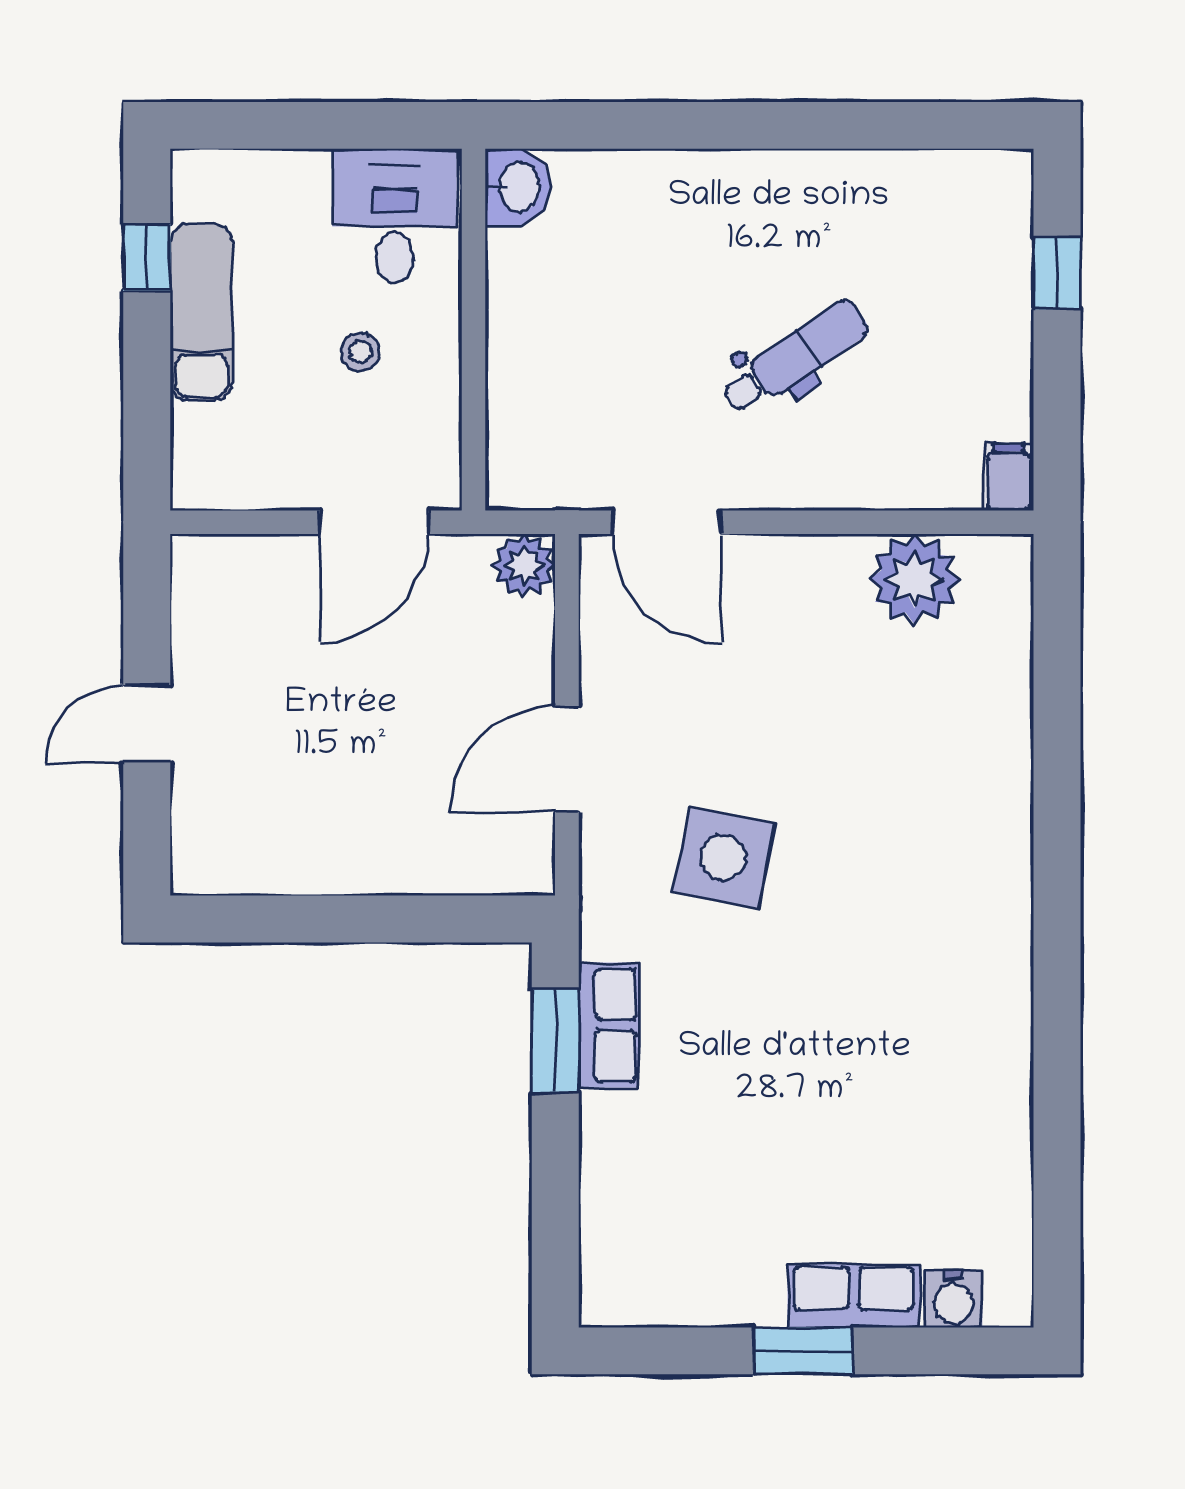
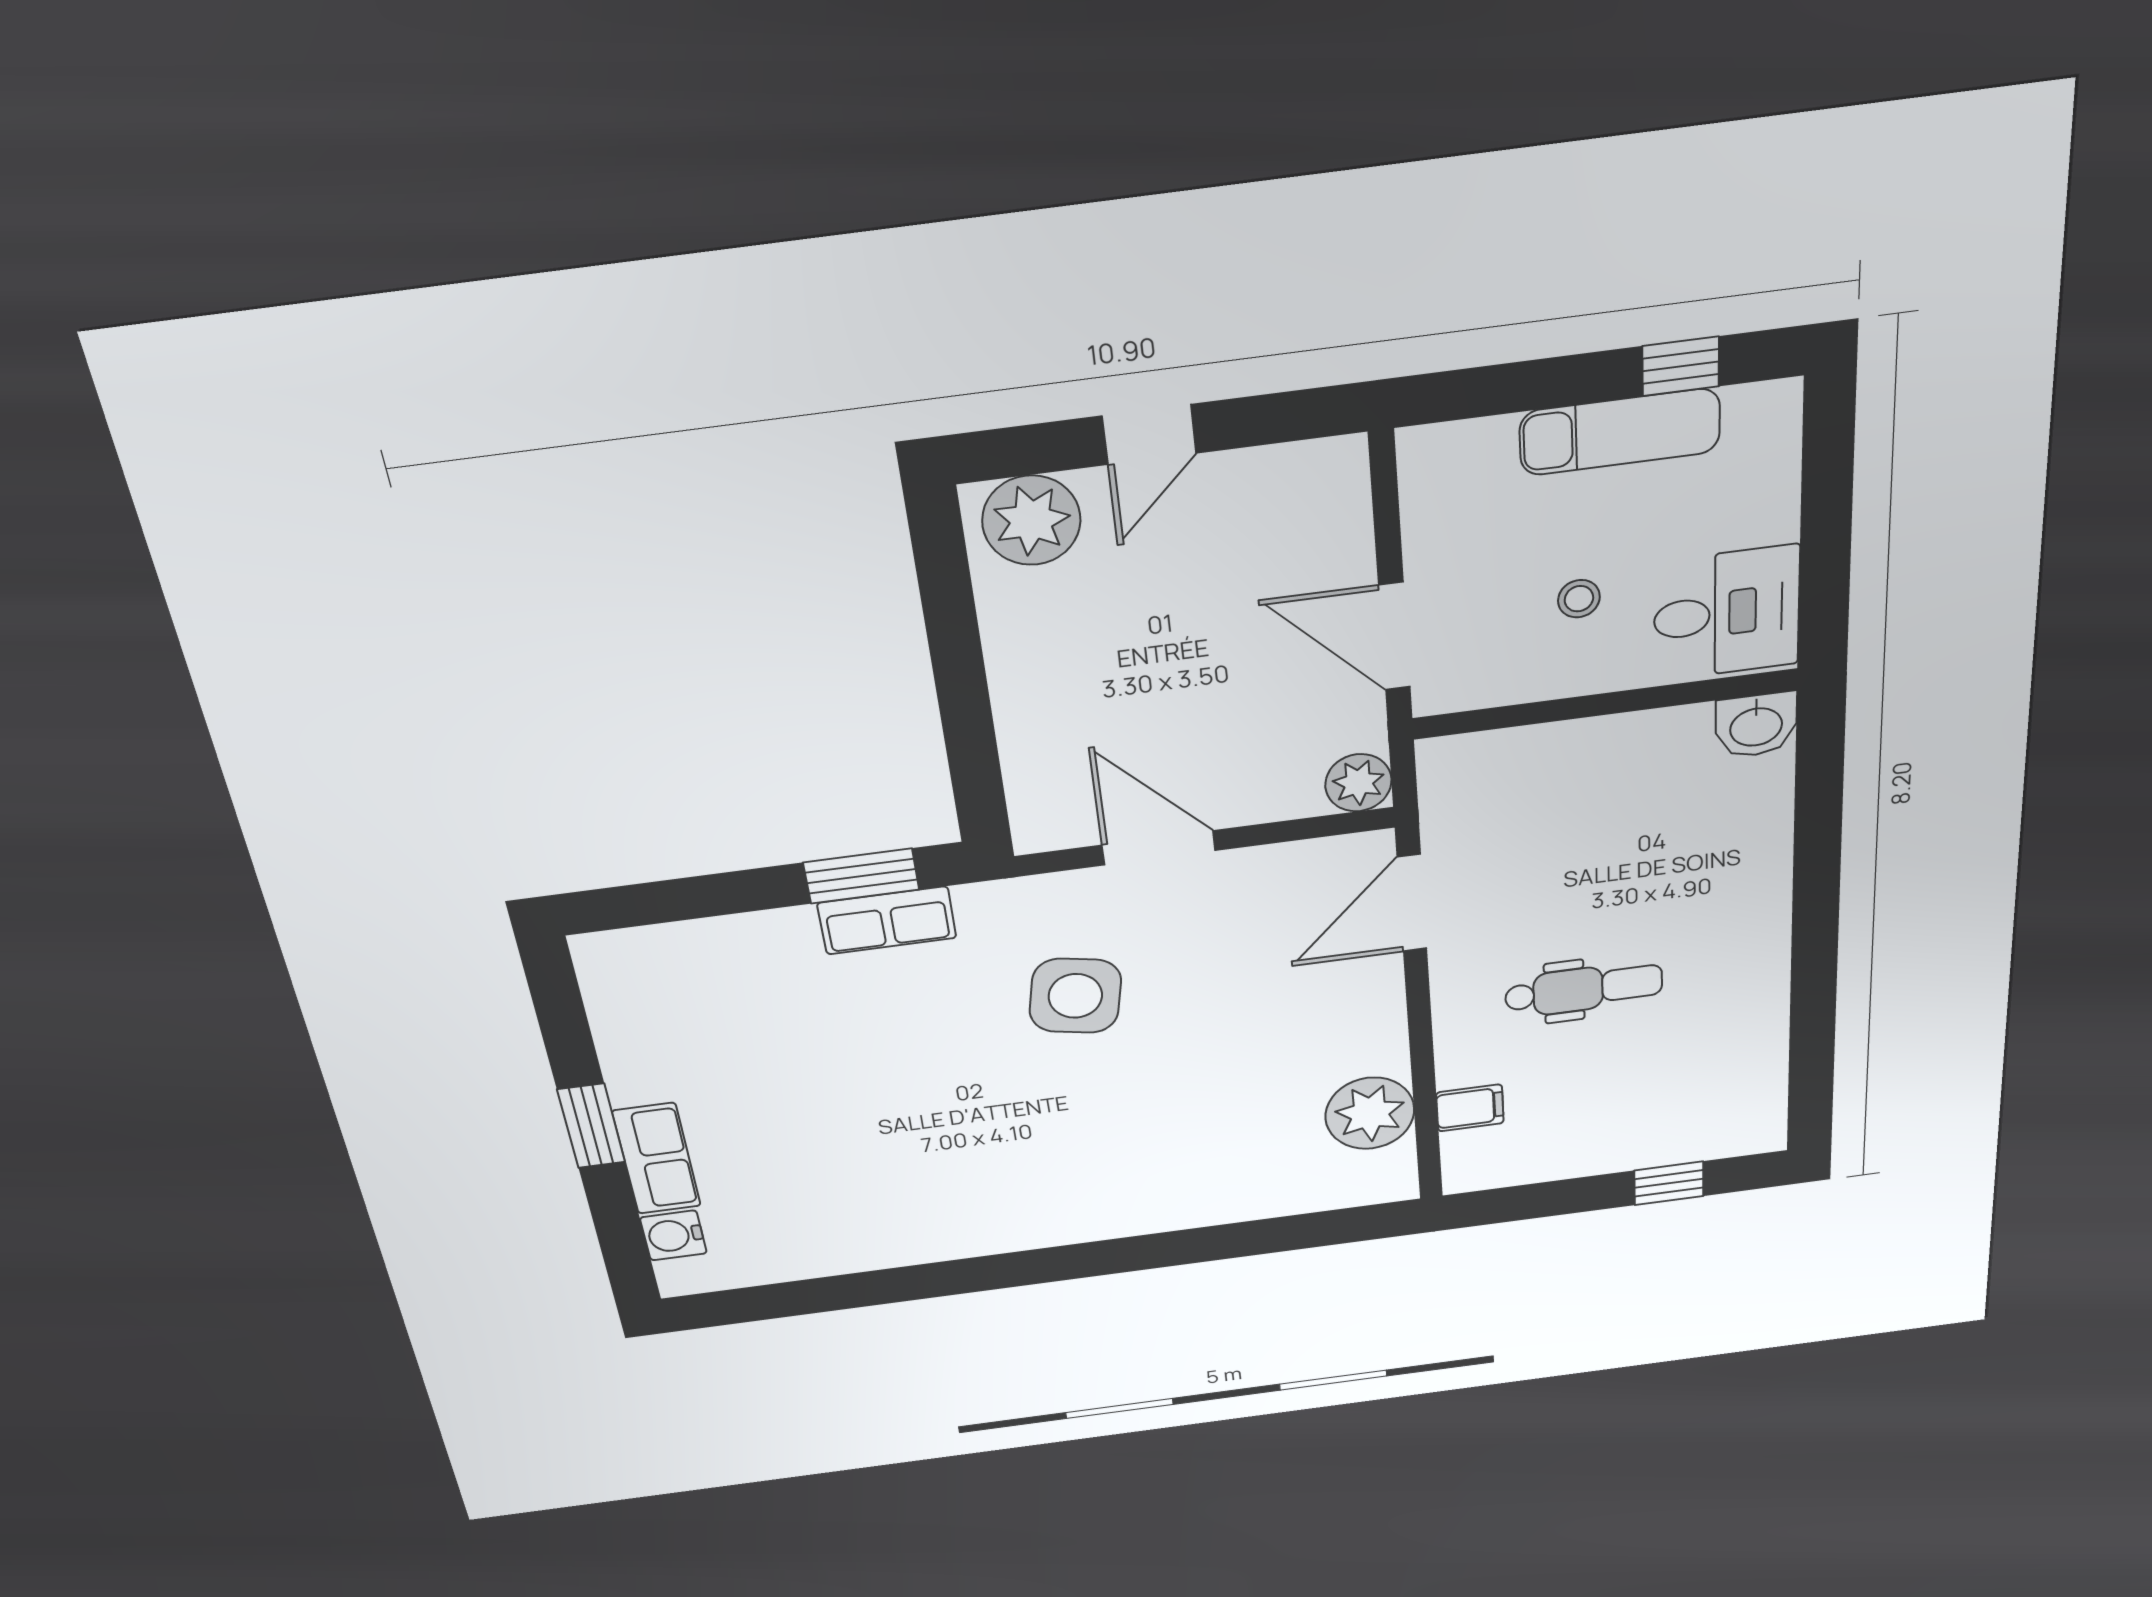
dental chair: (795, 357) -> (1584, 989), turned -56
filing cabinet: (1009, 477) -> (1470, 1108), moved
door: (147, 724) -> (1149, 435), swing flipped
plant: (213, 835) -> (1031, 520), added

